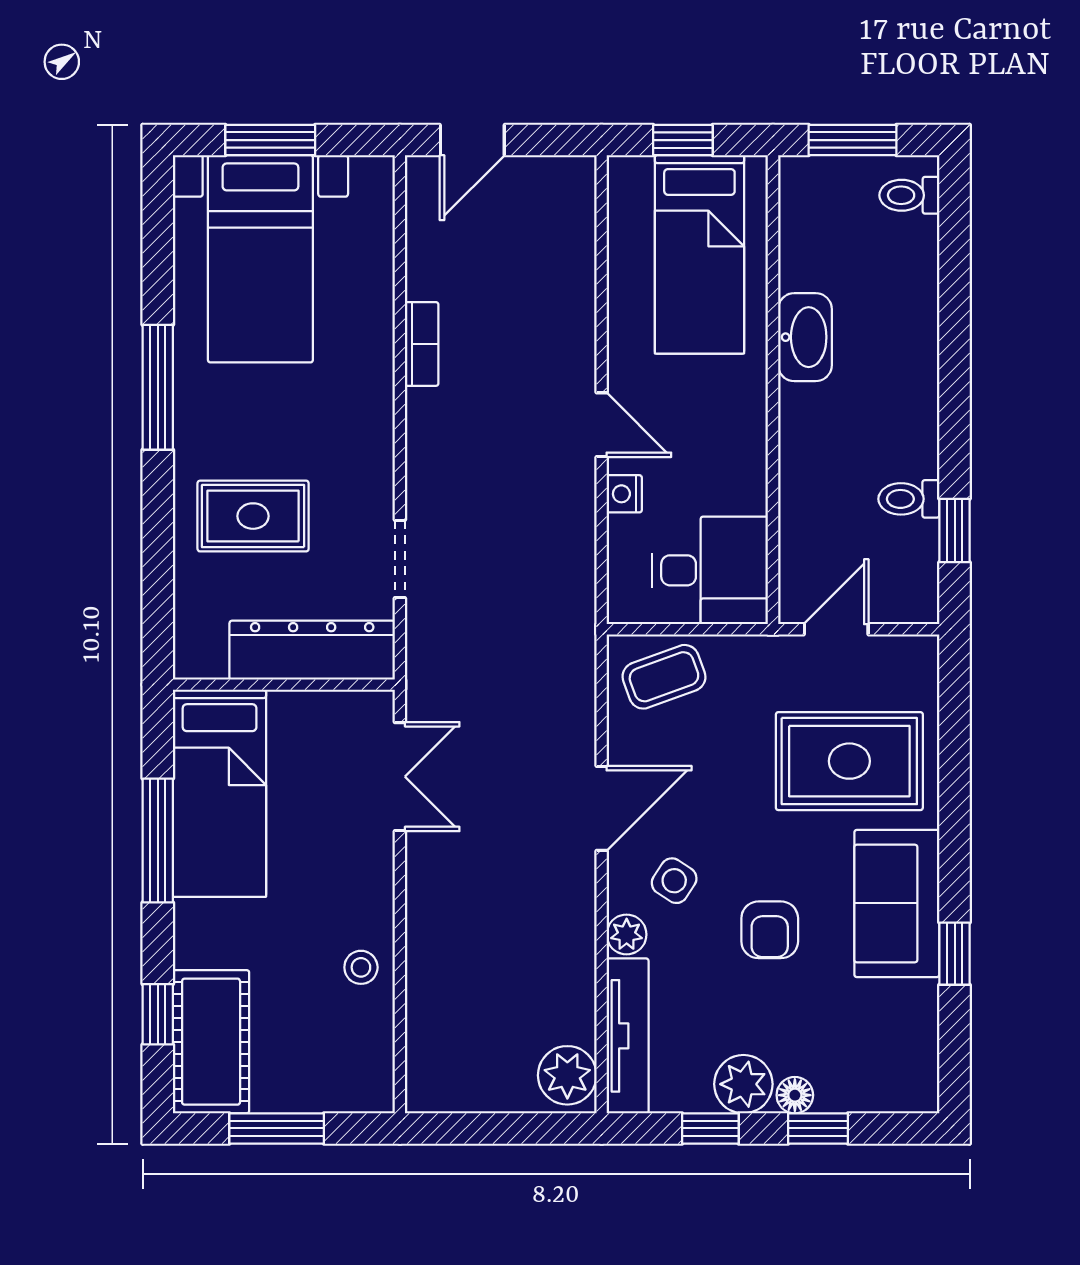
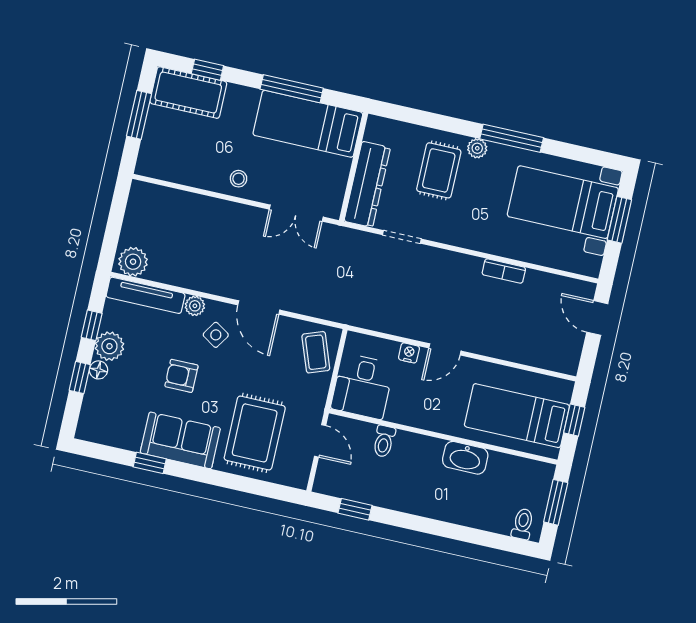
plant: (193, 450) -> (477, 148), added
toilet: (909, 499) -> (384, 441), moved, turned 180
stool: (361, 967) -> (239, 179), moved

